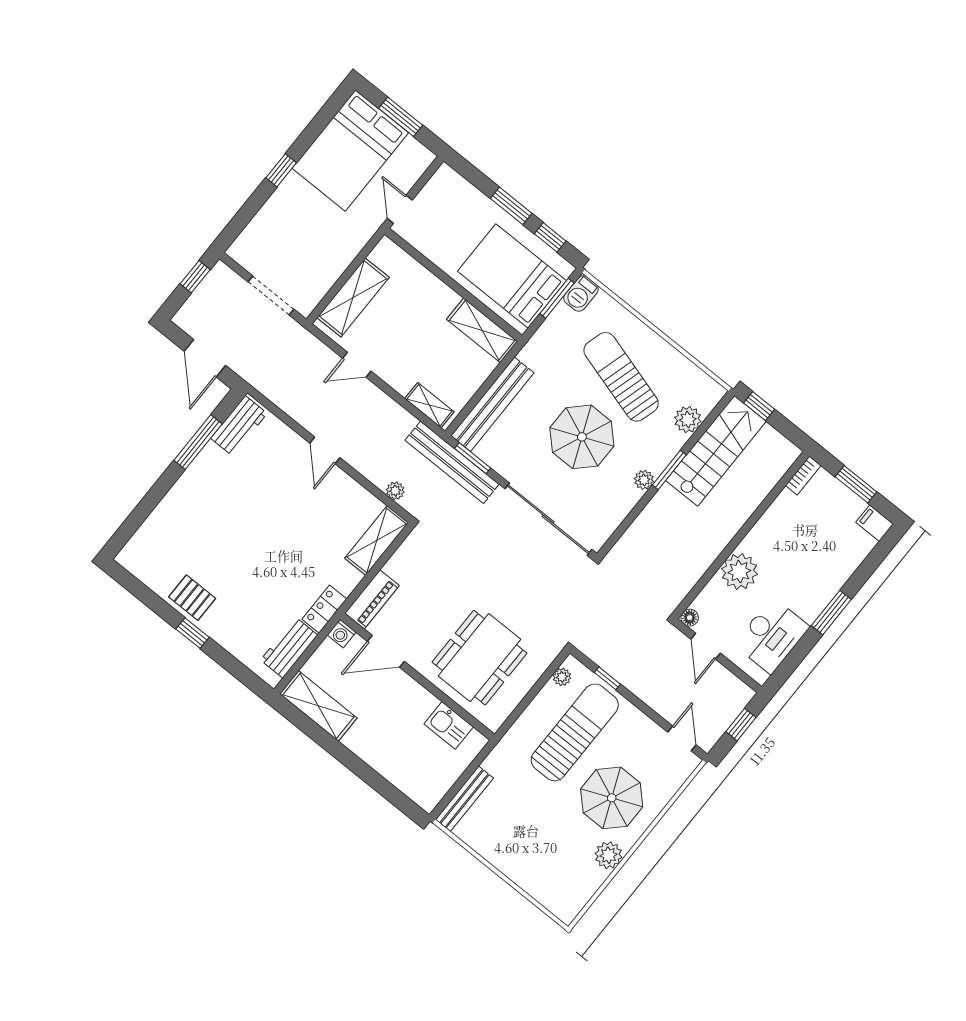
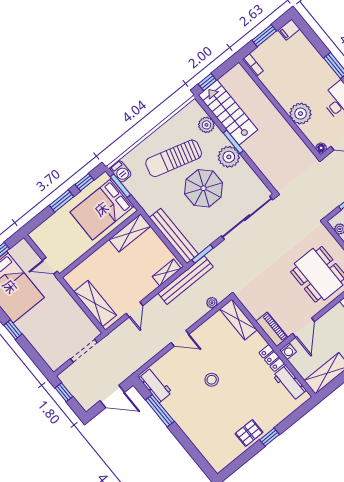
bench: (452, 462) -> (186, 280), moved
plant: (644, 480) -> (229, 157), width x1.87, depth x1.87
stool: (267, 517) -> (212, 380), added

